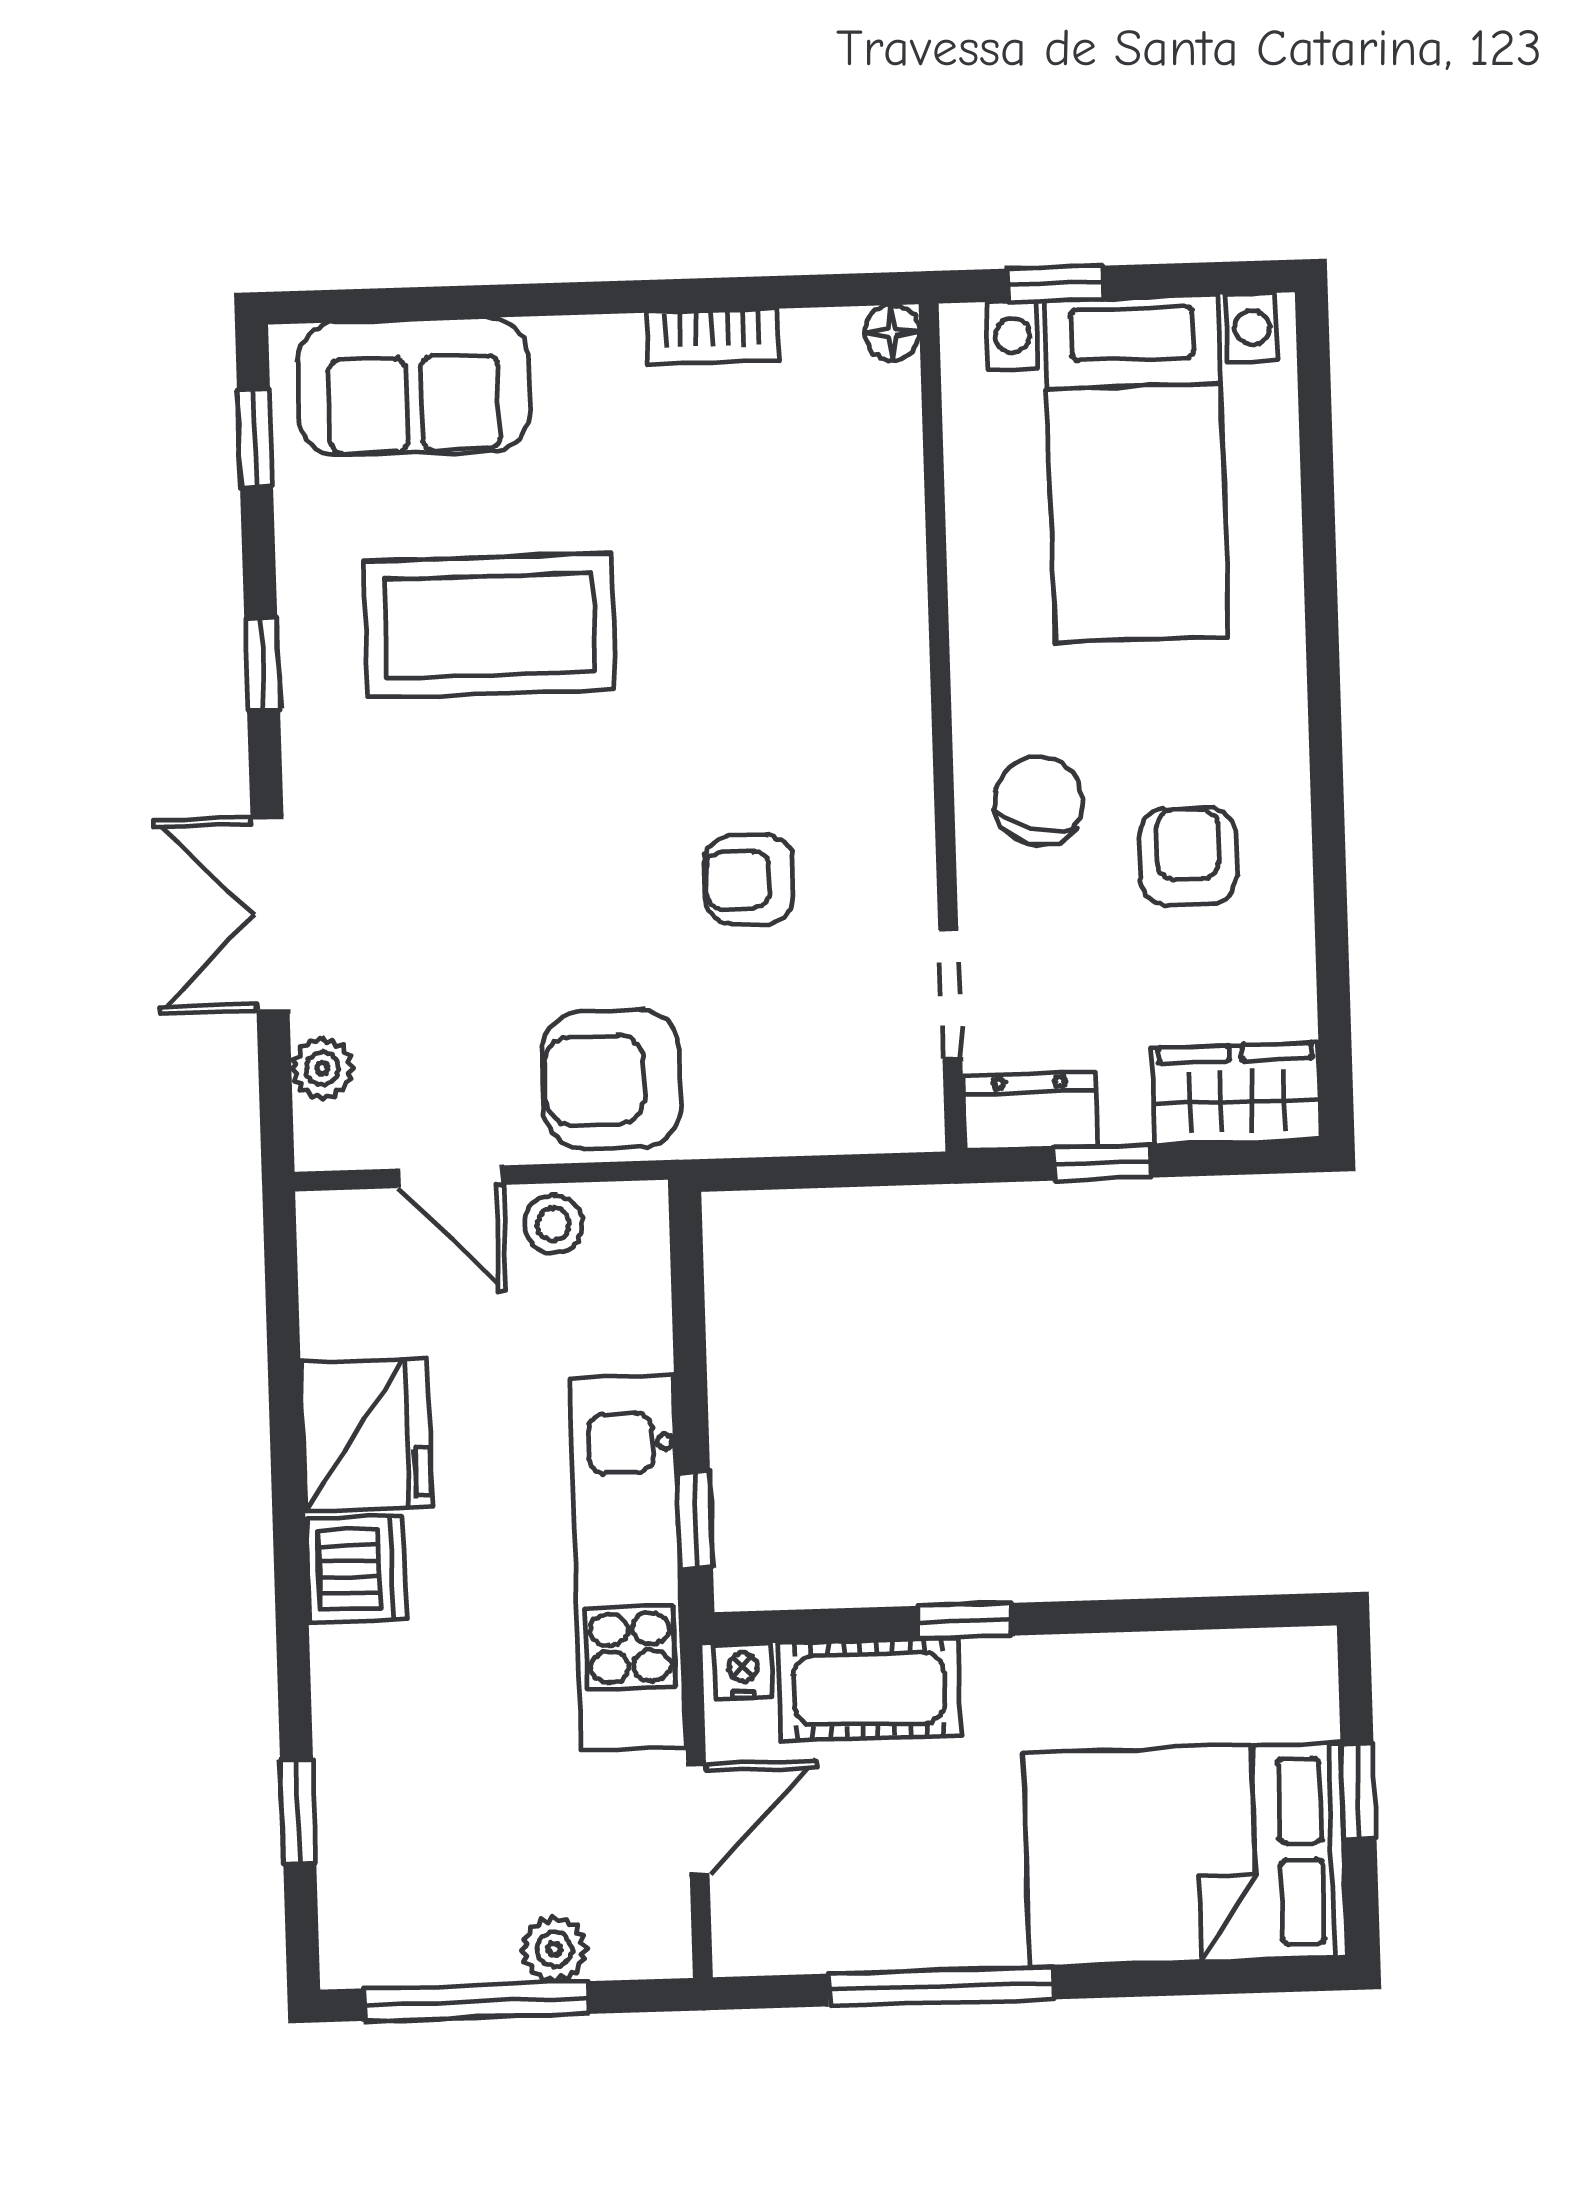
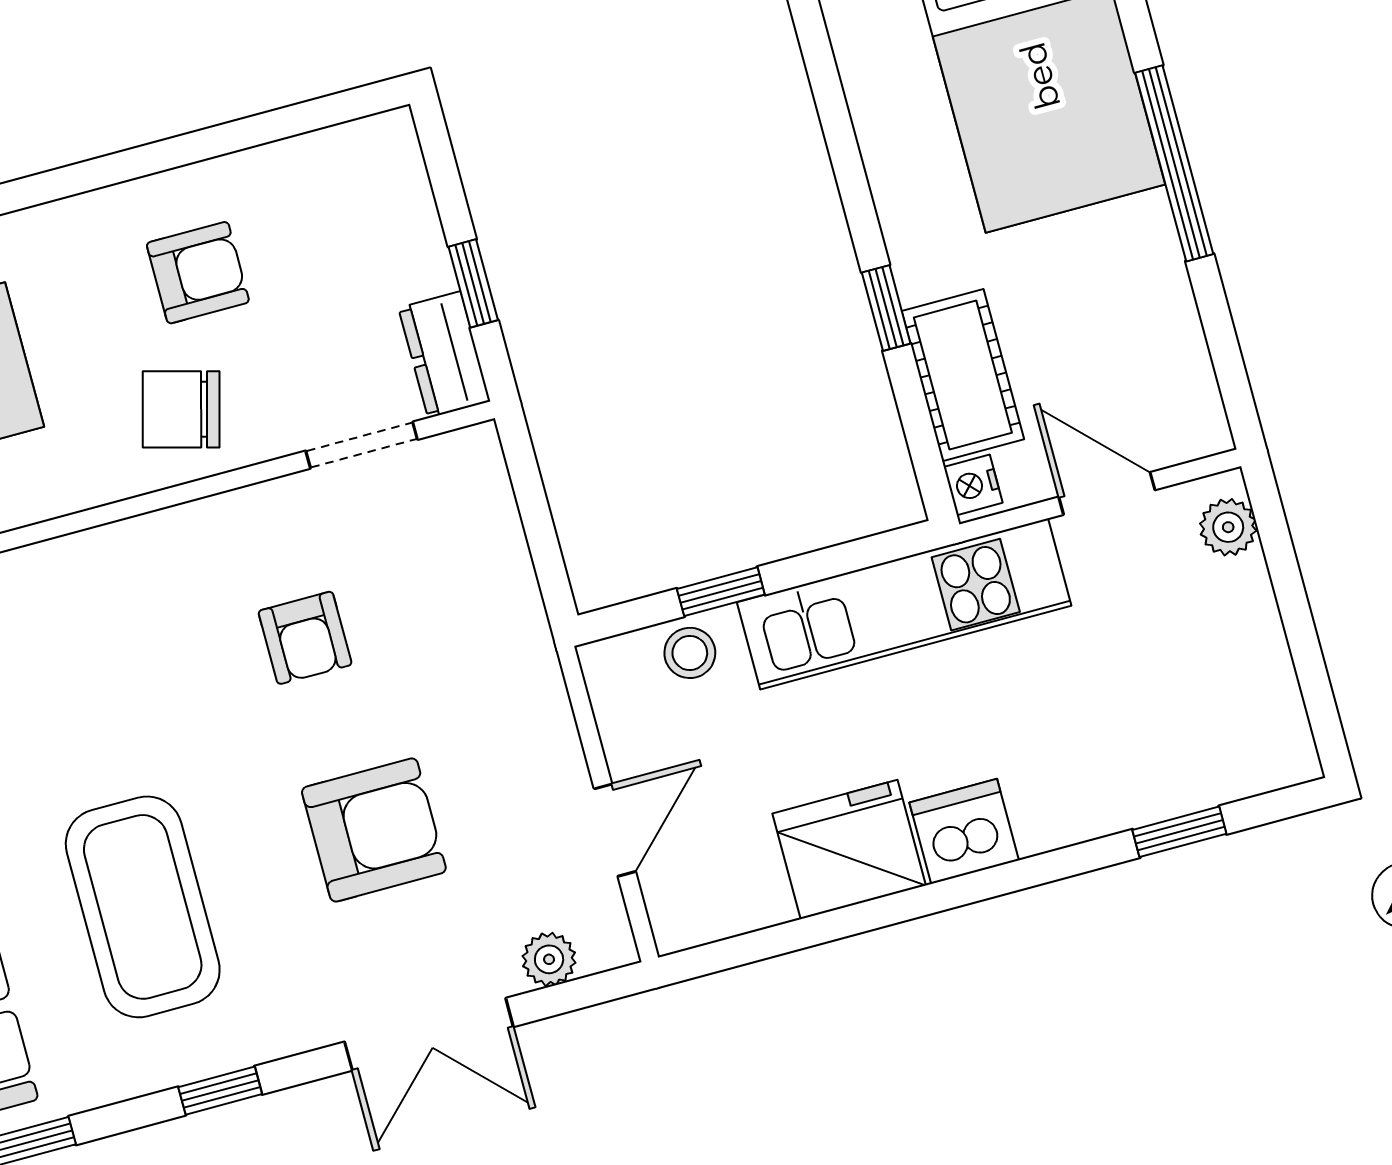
armchair: (1188, 856) -> (198, 273), turned 180
armchair: (611, 1079) -> (374, 830), moved, turned -90
wardrobe: (1236, 1094) -> (388, 184), removed
stool: (553, 1224) -> (690, 653), moved
window: (695, 1520) -> (721, 592), moved
plant: (554, 1949) -> (1228, 527), moved
window: (941, 1987) -> (1174, 163), moved
window: (476, 2001) -> (1304, 644), removed

